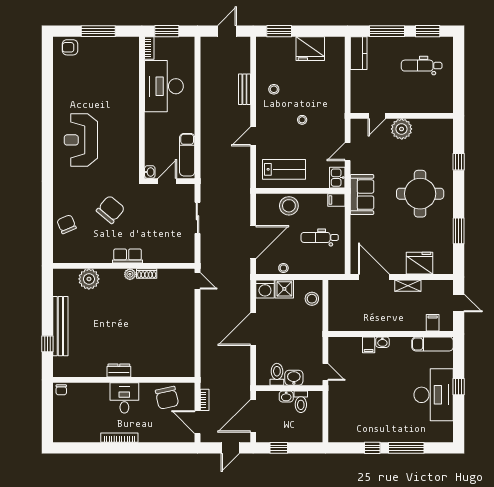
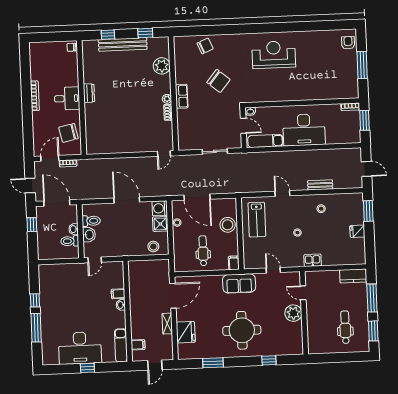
fridge: (310, 49) -> (357, 231), width x0.53, depth x0.75
desk: (164, 86) -> (304, 130), moved, turned 180
kitchen sink: (337, 178) -> (313, 260), moved
window: (47, 298) -> (145, 33), added

